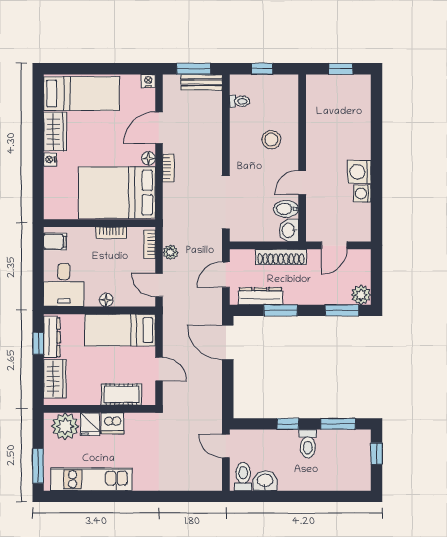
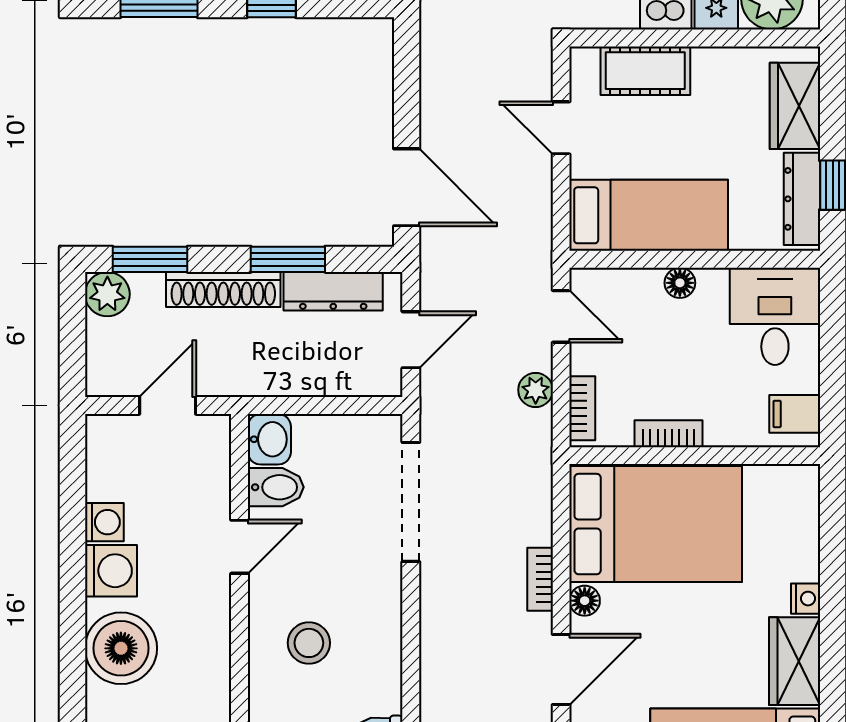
boiler: (355, 137) -> (121, 648), added
shoe rack: (281, 257) -> (223, 289), moved, turned 180

